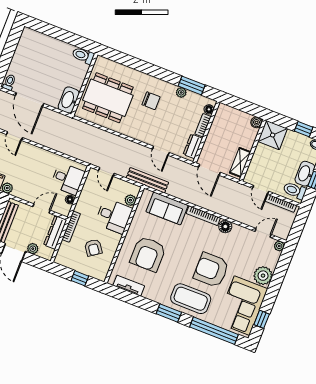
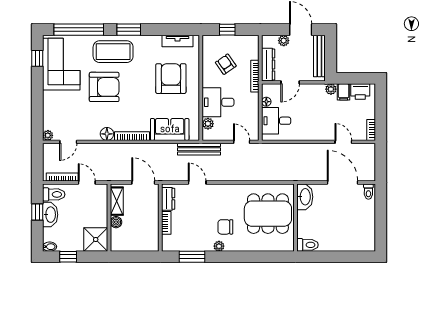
plant: (181, 92) -> (219, 246), moved
floor lamp: (209, 109) -> (167, 240), removed
boiler: (256, 122) -> (116, 222), moved
plant: (263, 276) -> (52, 101), removed

